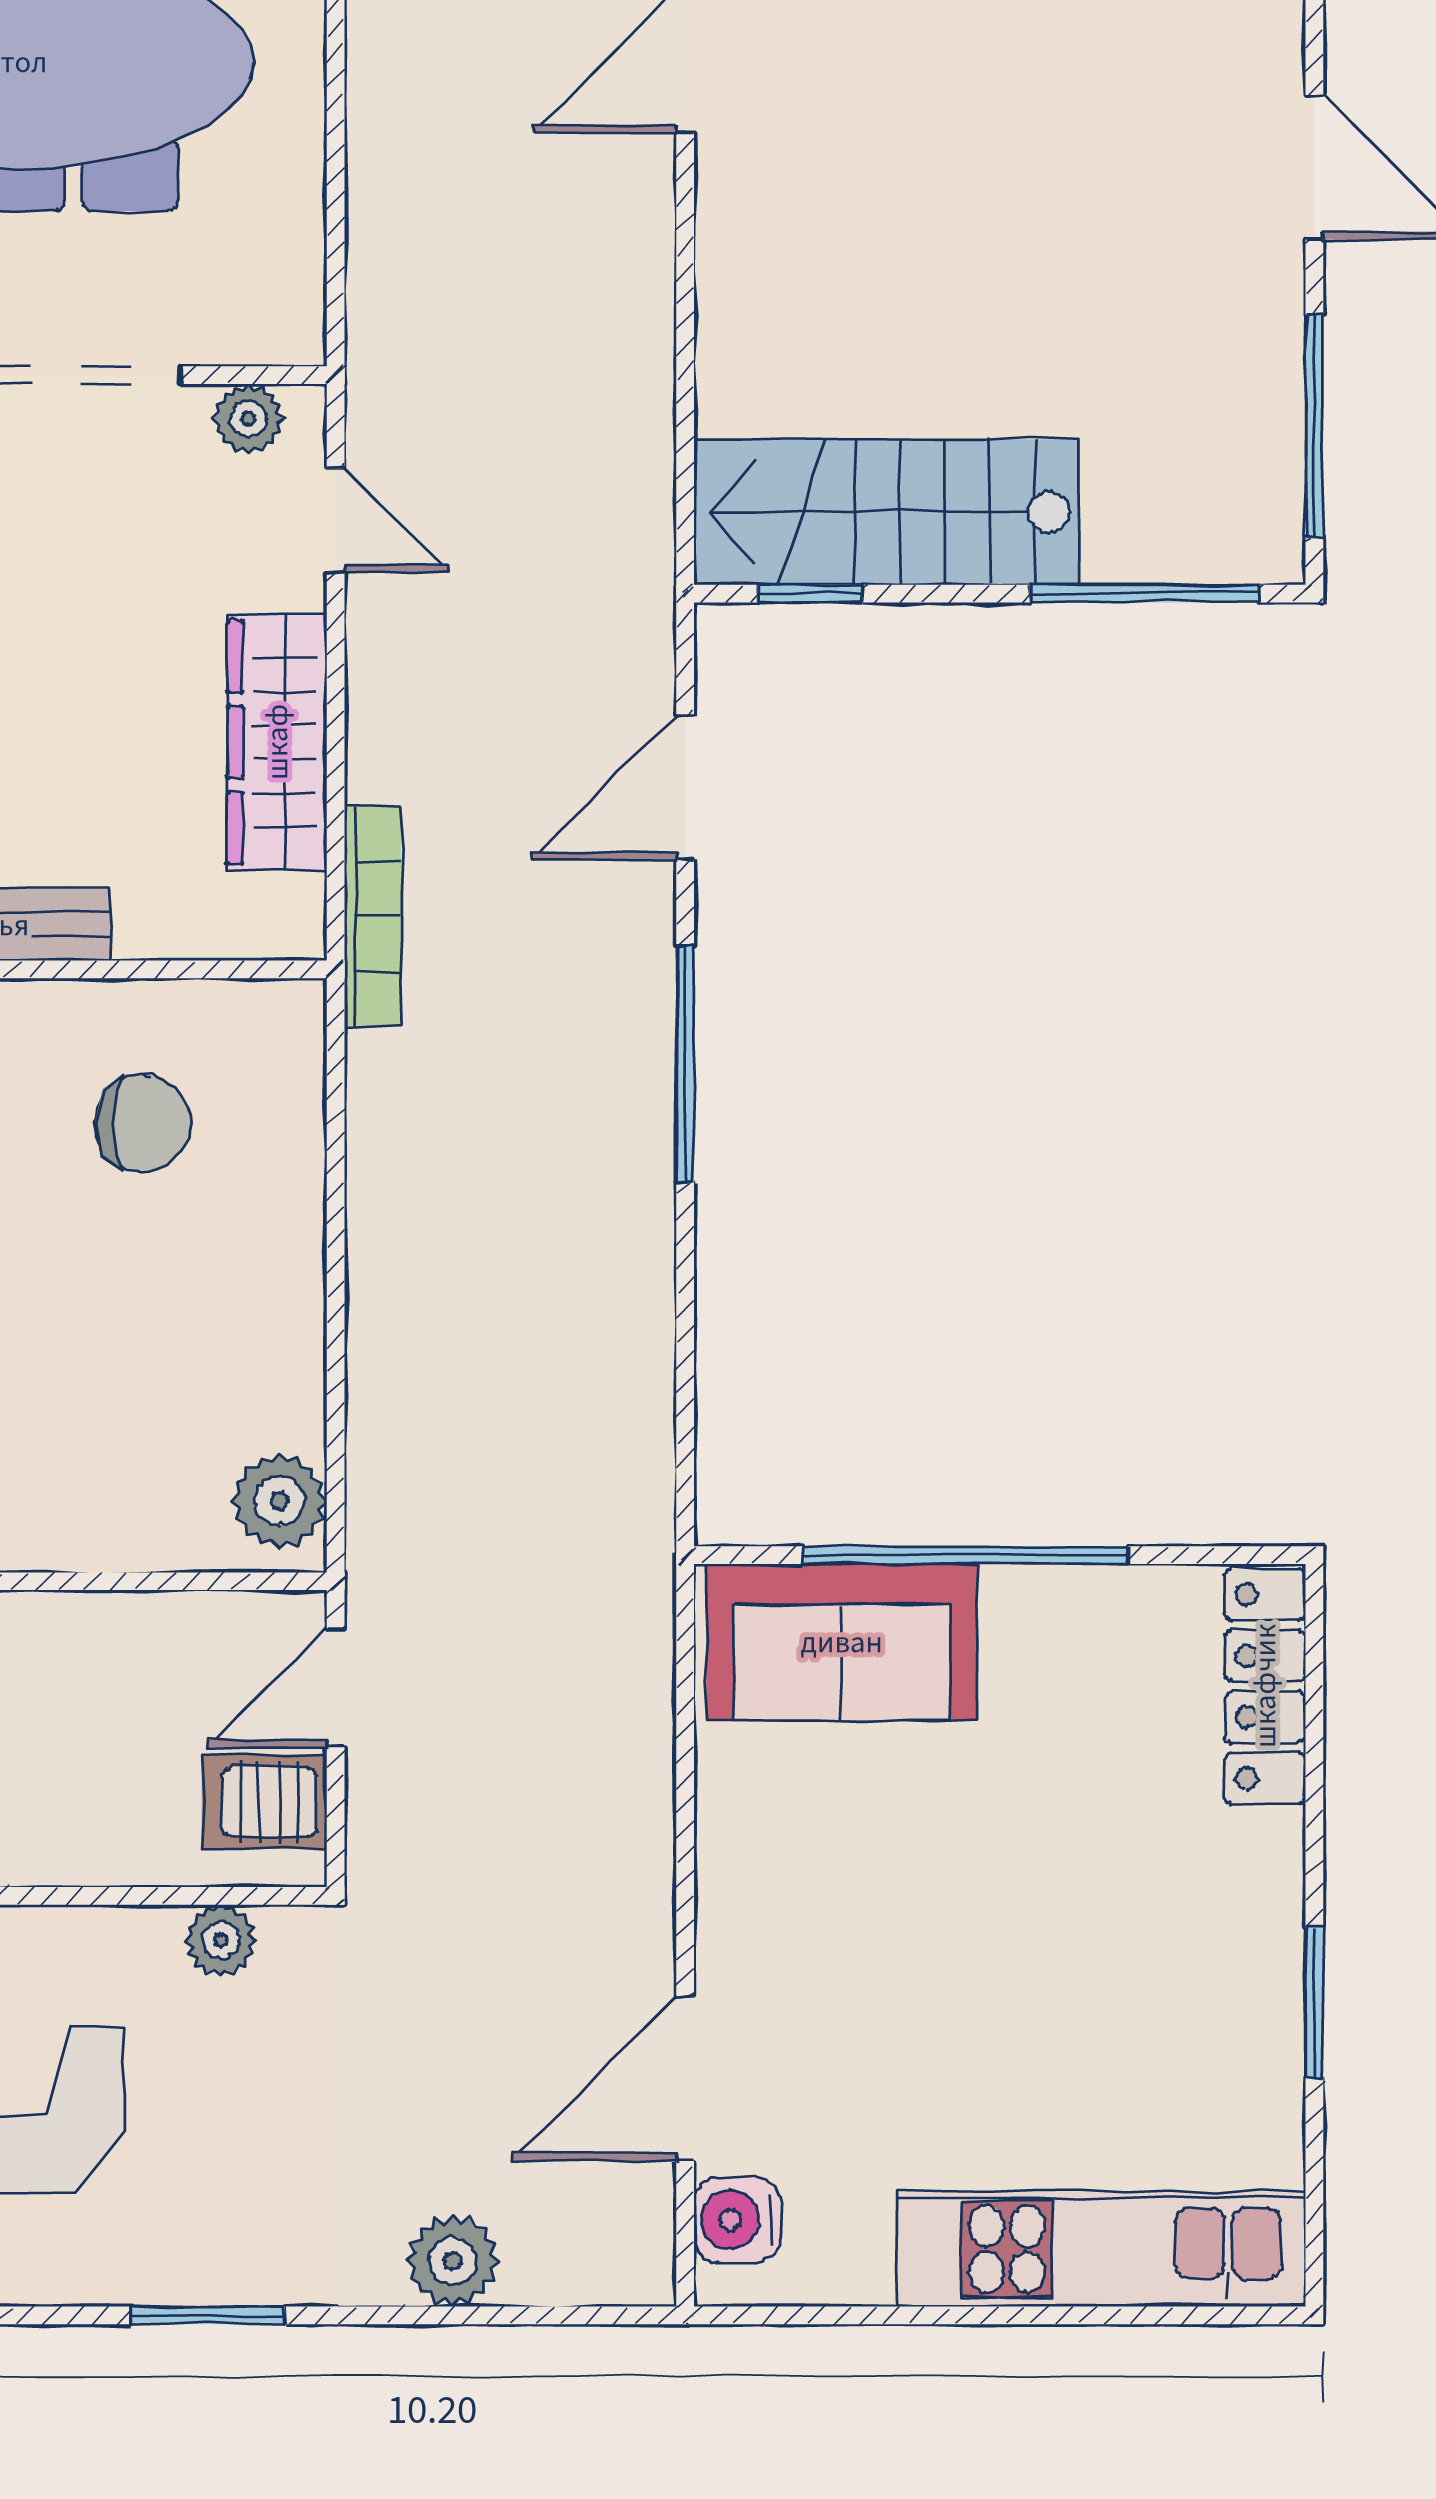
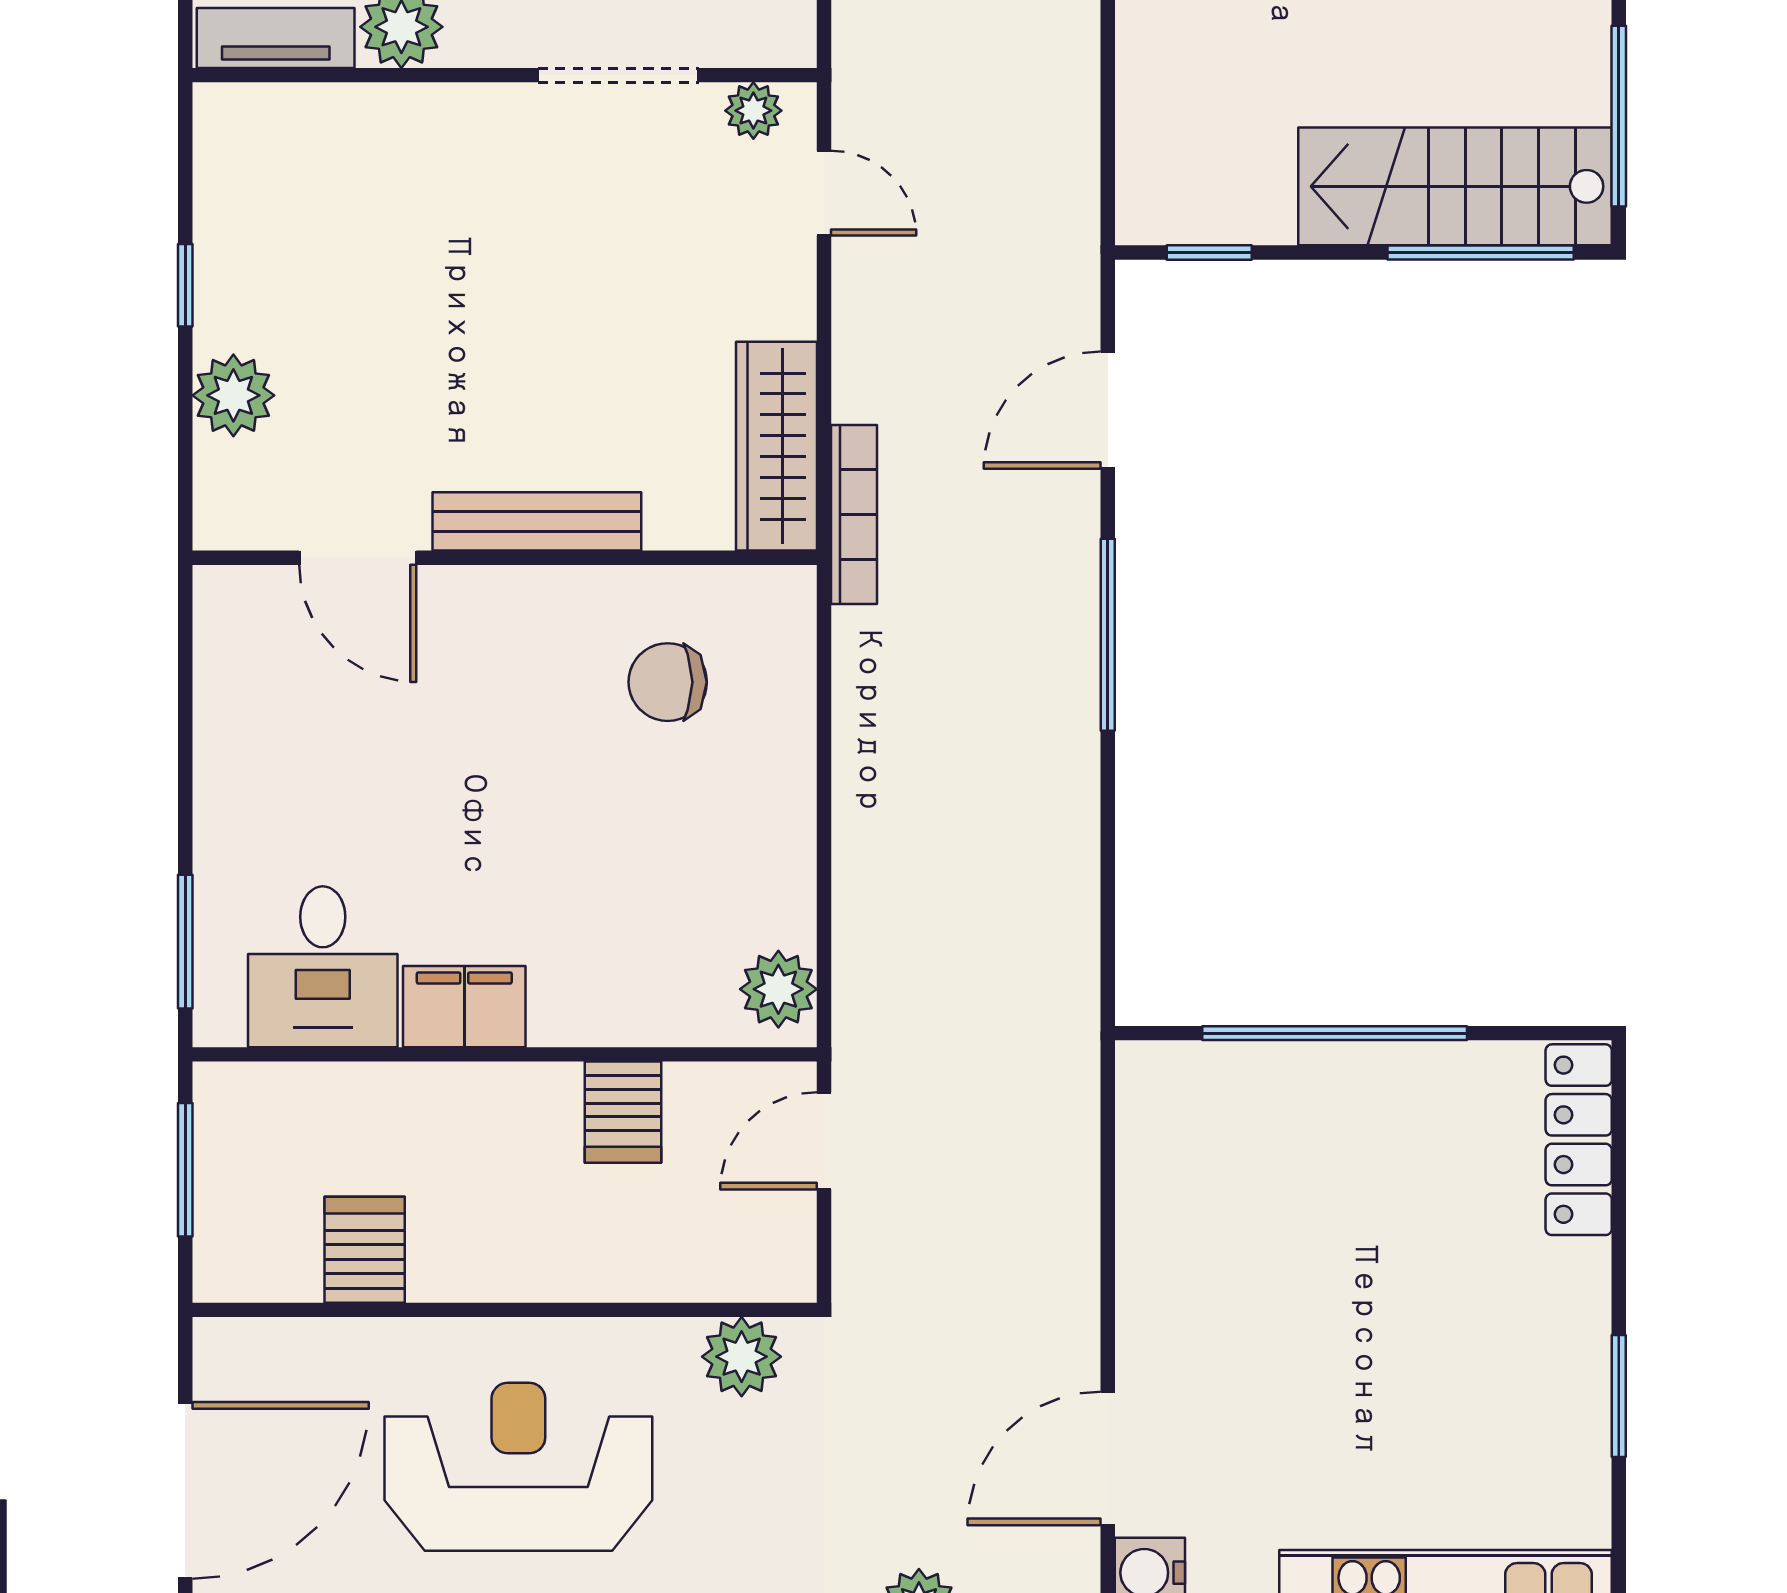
stairs: (887, 512) -> (1455, 186), moved
wardrobe: (277, 742) -> (776, 446), moved
chair: (143, 1123) -> (668, 682), turned 180
sofa: (842, 1642) -> (1235, 1104), removed
server rack: (264, 1802) -> (623, 1112), moved, turned -90
plant: (221, 1940) -> (742, 1357), width x1.38, depth x1.38

